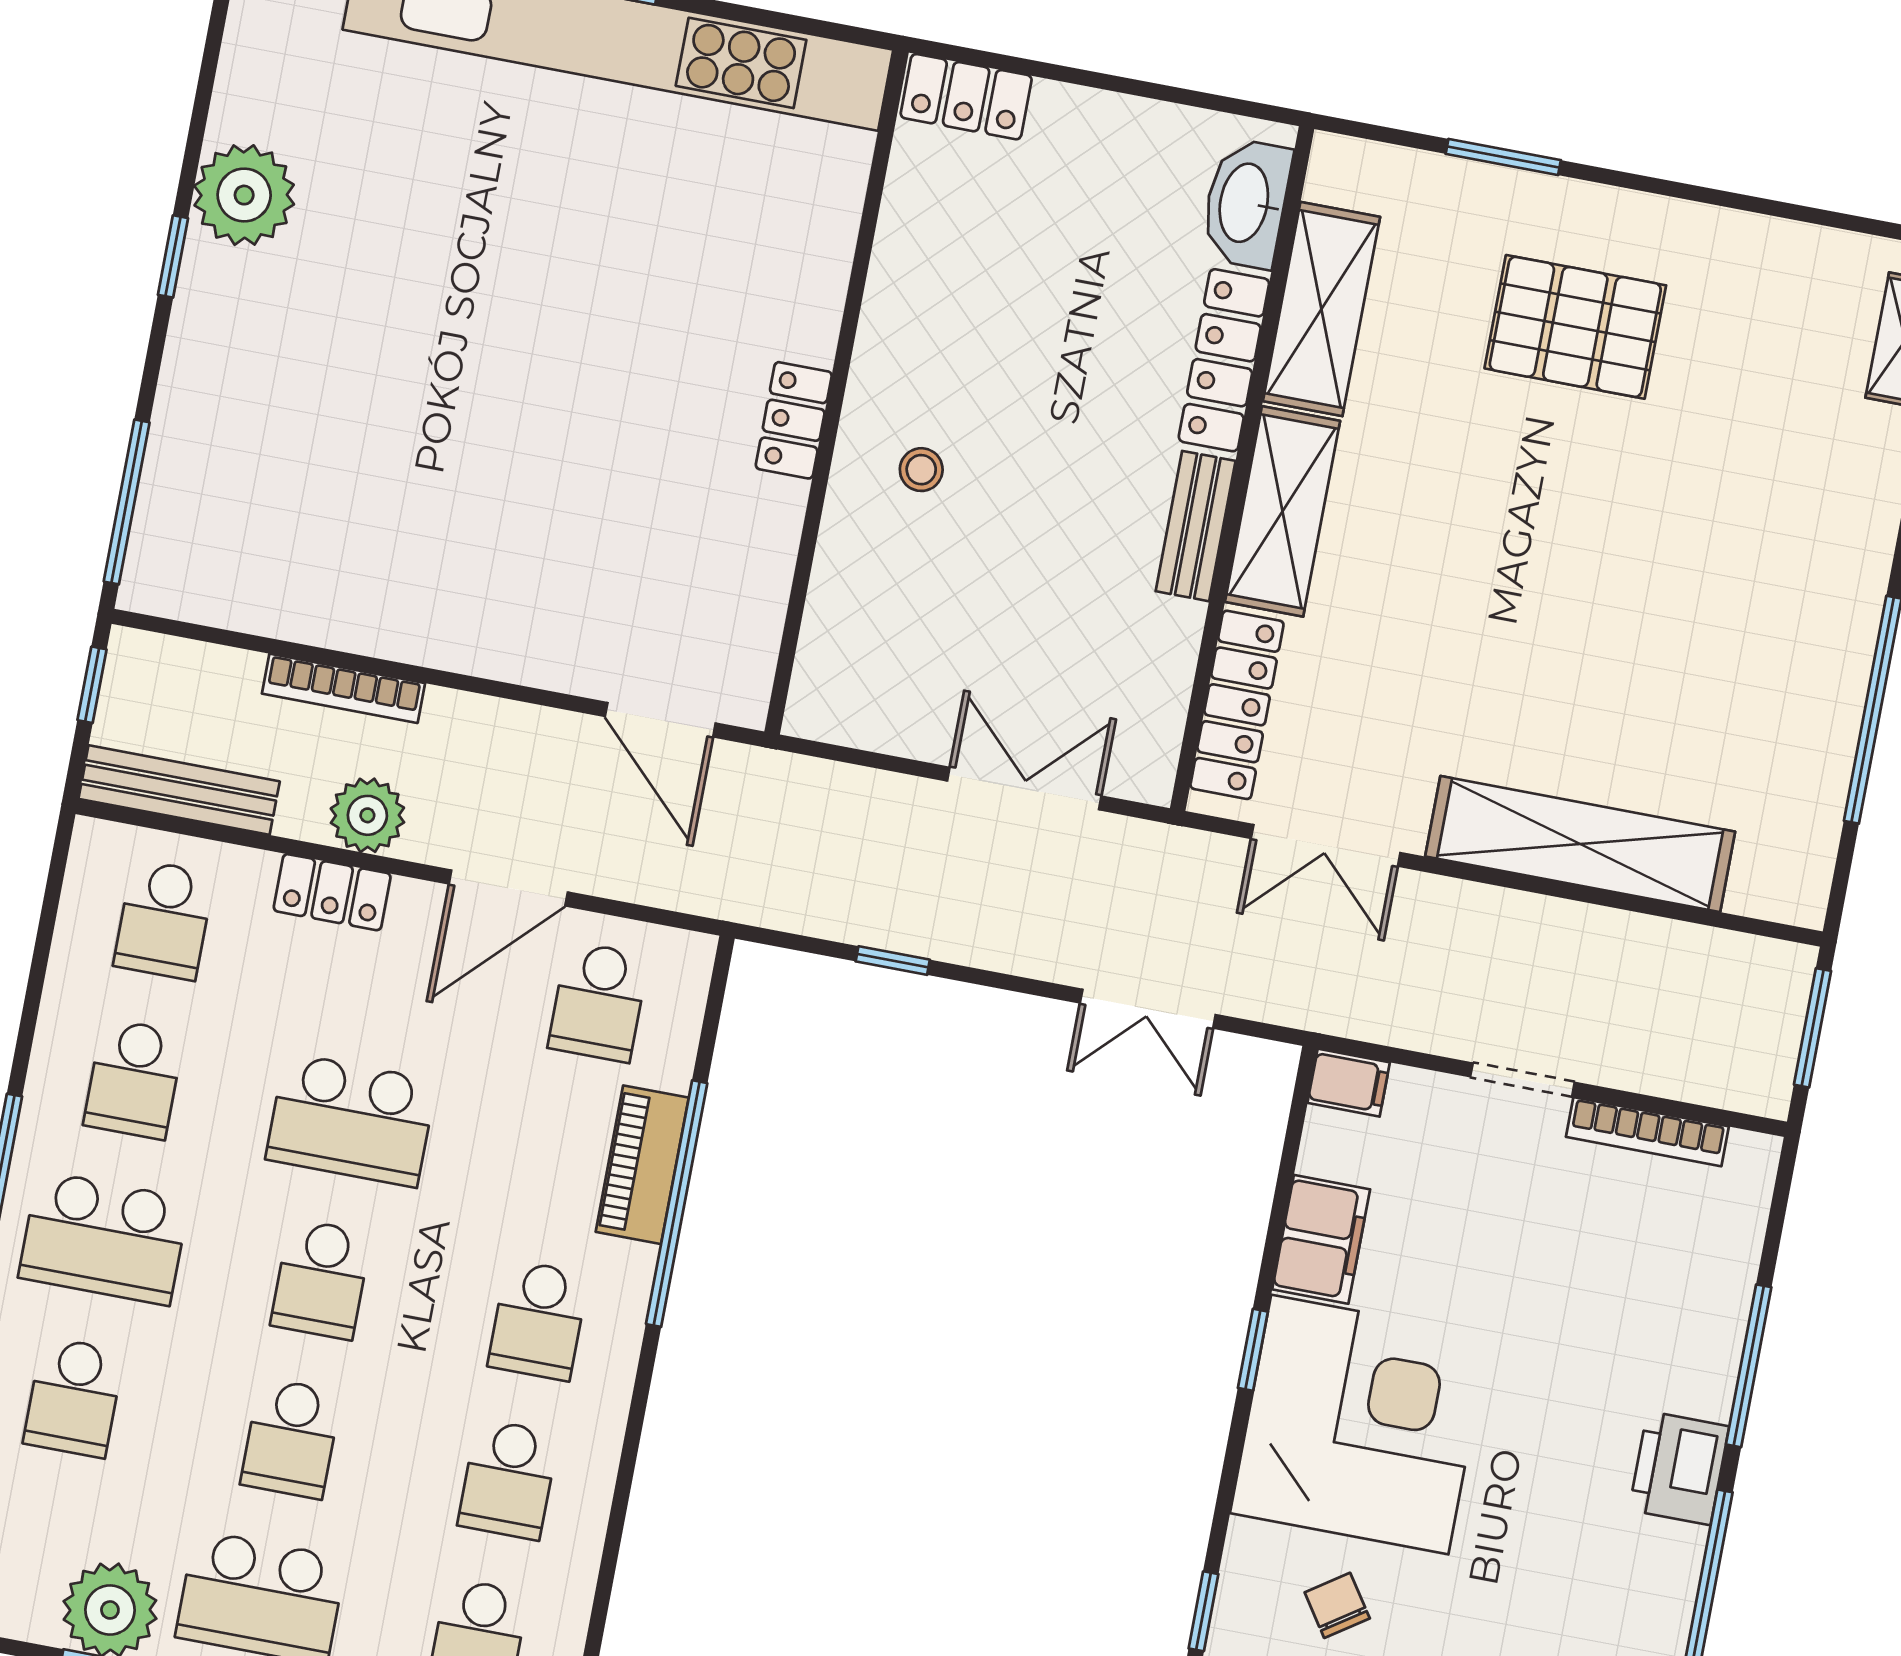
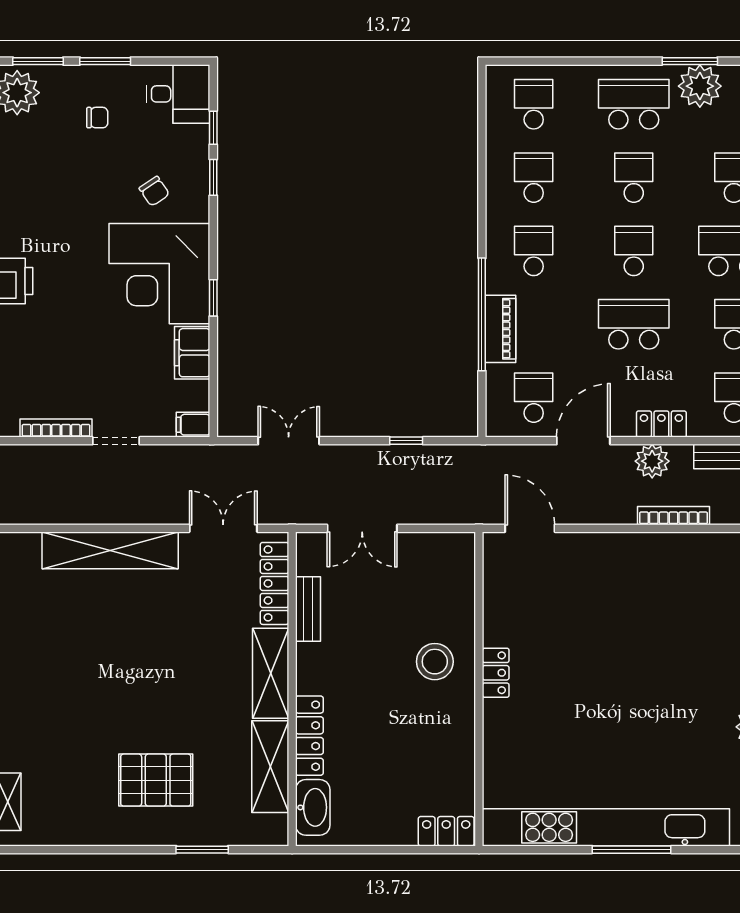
stool: (921, 470) -> (435, 662), width x1.89, depth x1.89
bench: (1196, 526) -> (308, 609), moved

